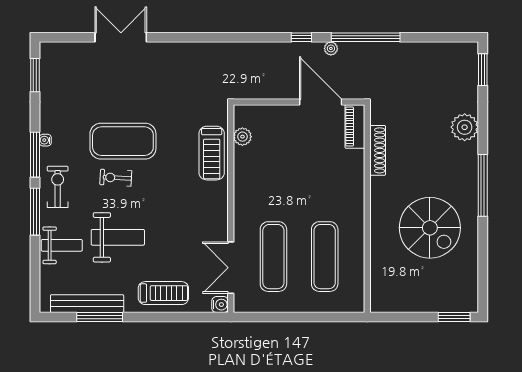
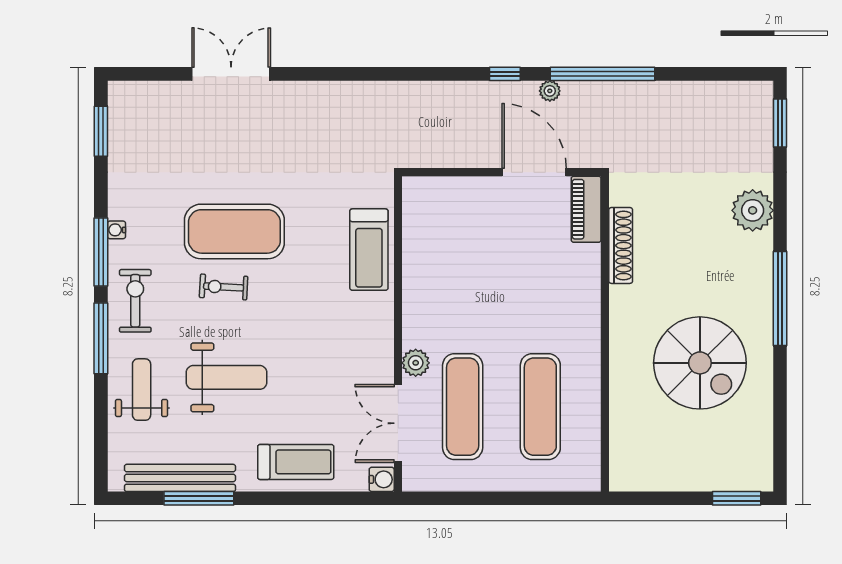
plant: (242, 137) -> (416, 363), moved
weight bench: (62, 245) -> (142, 390), turned -90

